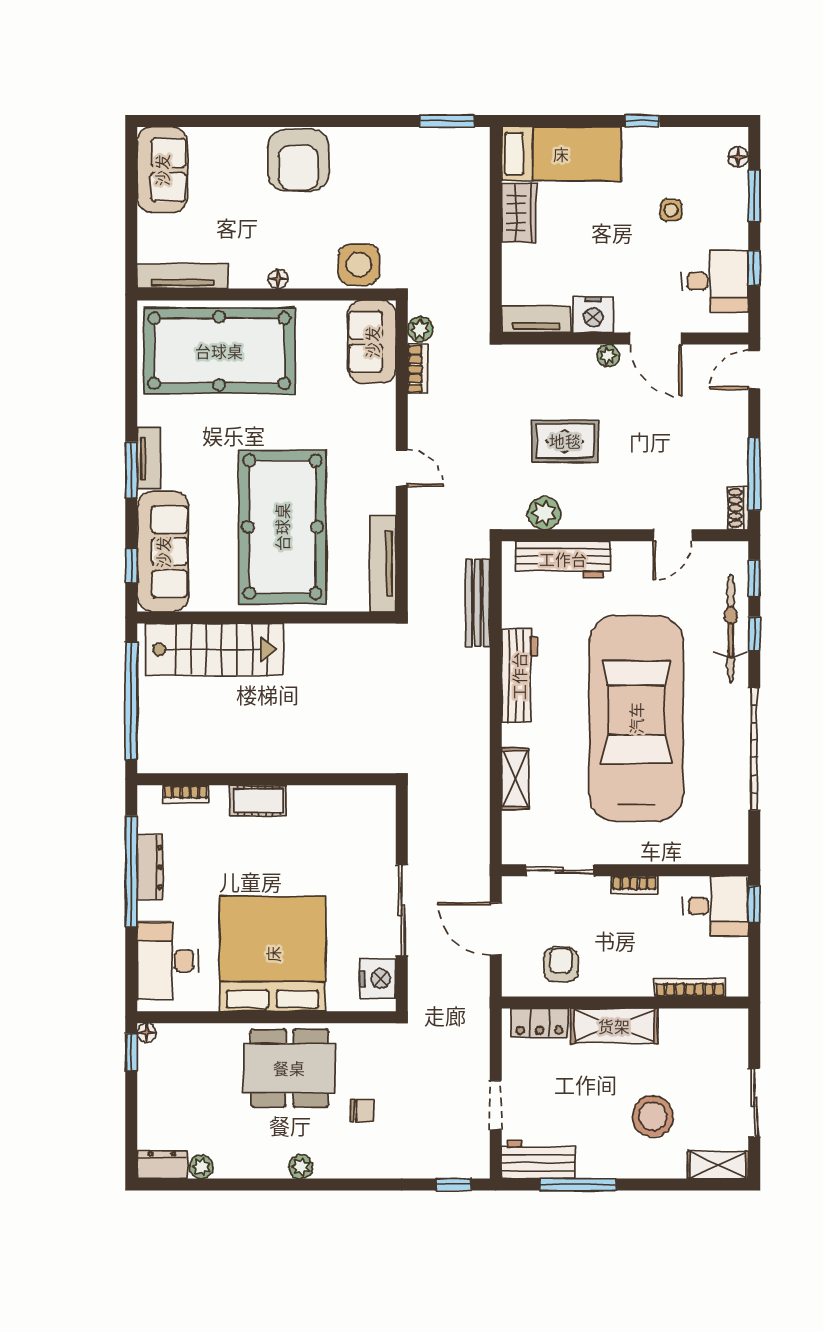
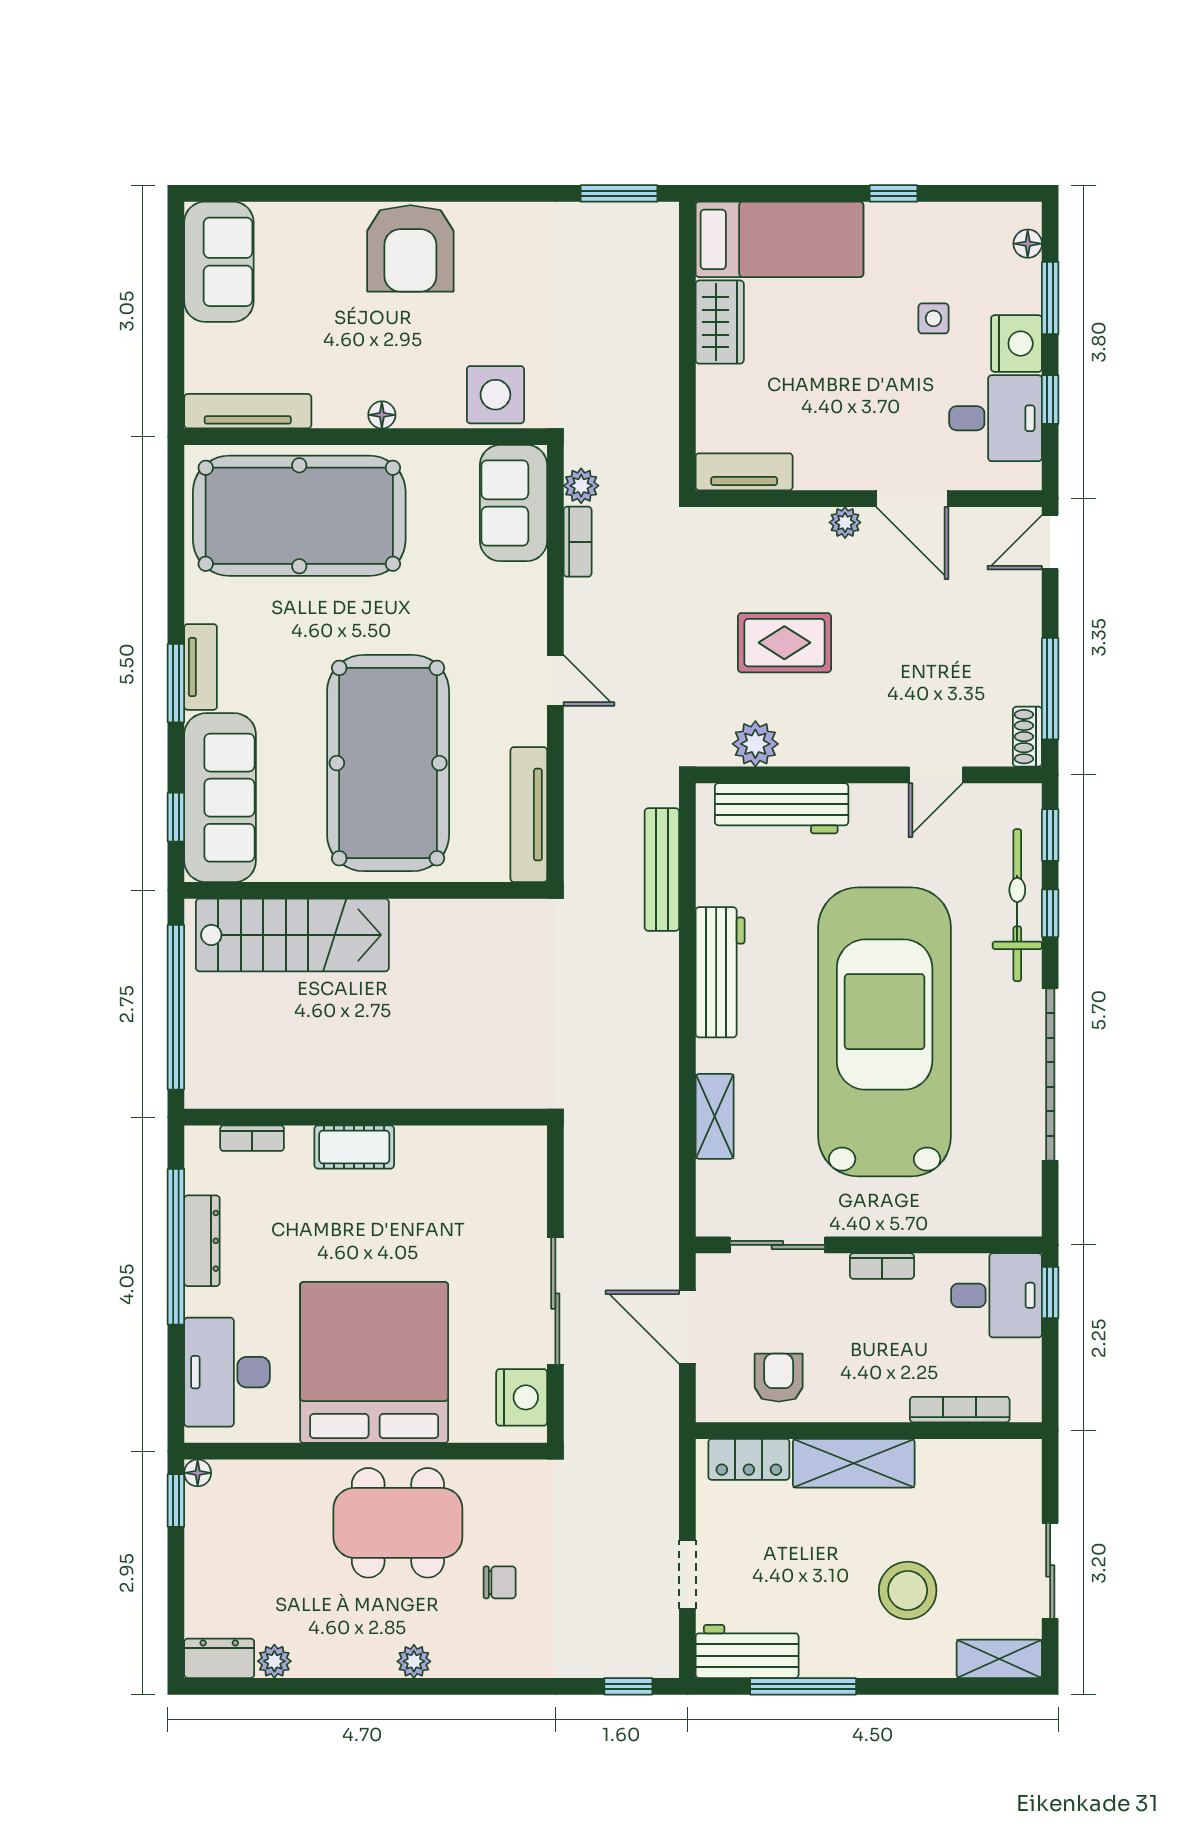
nightstand: (593, 314) -> (1017, 344), moved, turned -90

